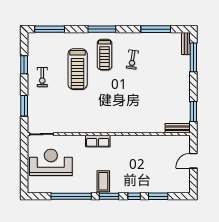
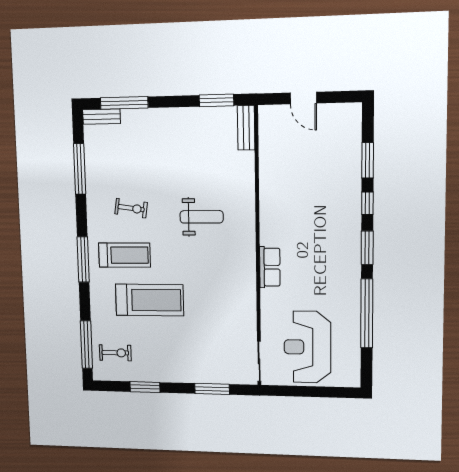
exercise bike: (42, 77) -> (115, 353), moved
weight bench: (127, 102) -> (202, 217), added
coffee table: (103, 181) -> (340, 258), removed

